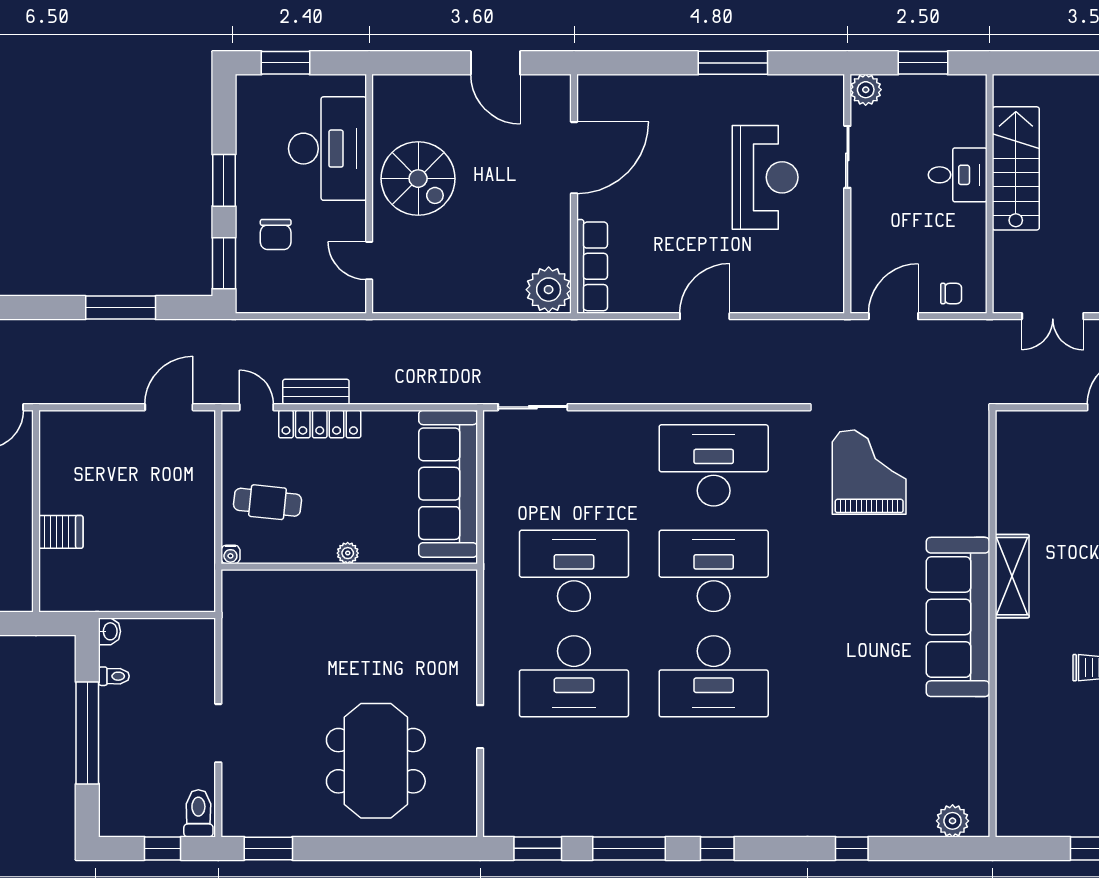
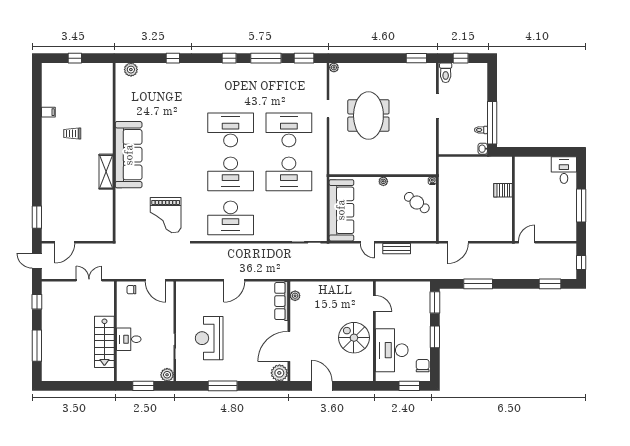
plant: (597, 94) -> (279, 373), added
chair: (276, 234) -> (423, 366), moved
plant: (549, 290) -> (295, 296), width x0.53, depth x0.53
door: (893, 316) -> (155, 280), hinge flipped
door: (256, 407) -> (367, 242), moved
locker: (320, 424) -> (395, 235), removed
cafe table: (268, 502) -> (417, 203), turned 30
window: (87, 733) -> (492, 123), moved
meeting table: (376, 761) -> (368, 116), moved
plant: (466, 826) -> (334, 67), added

